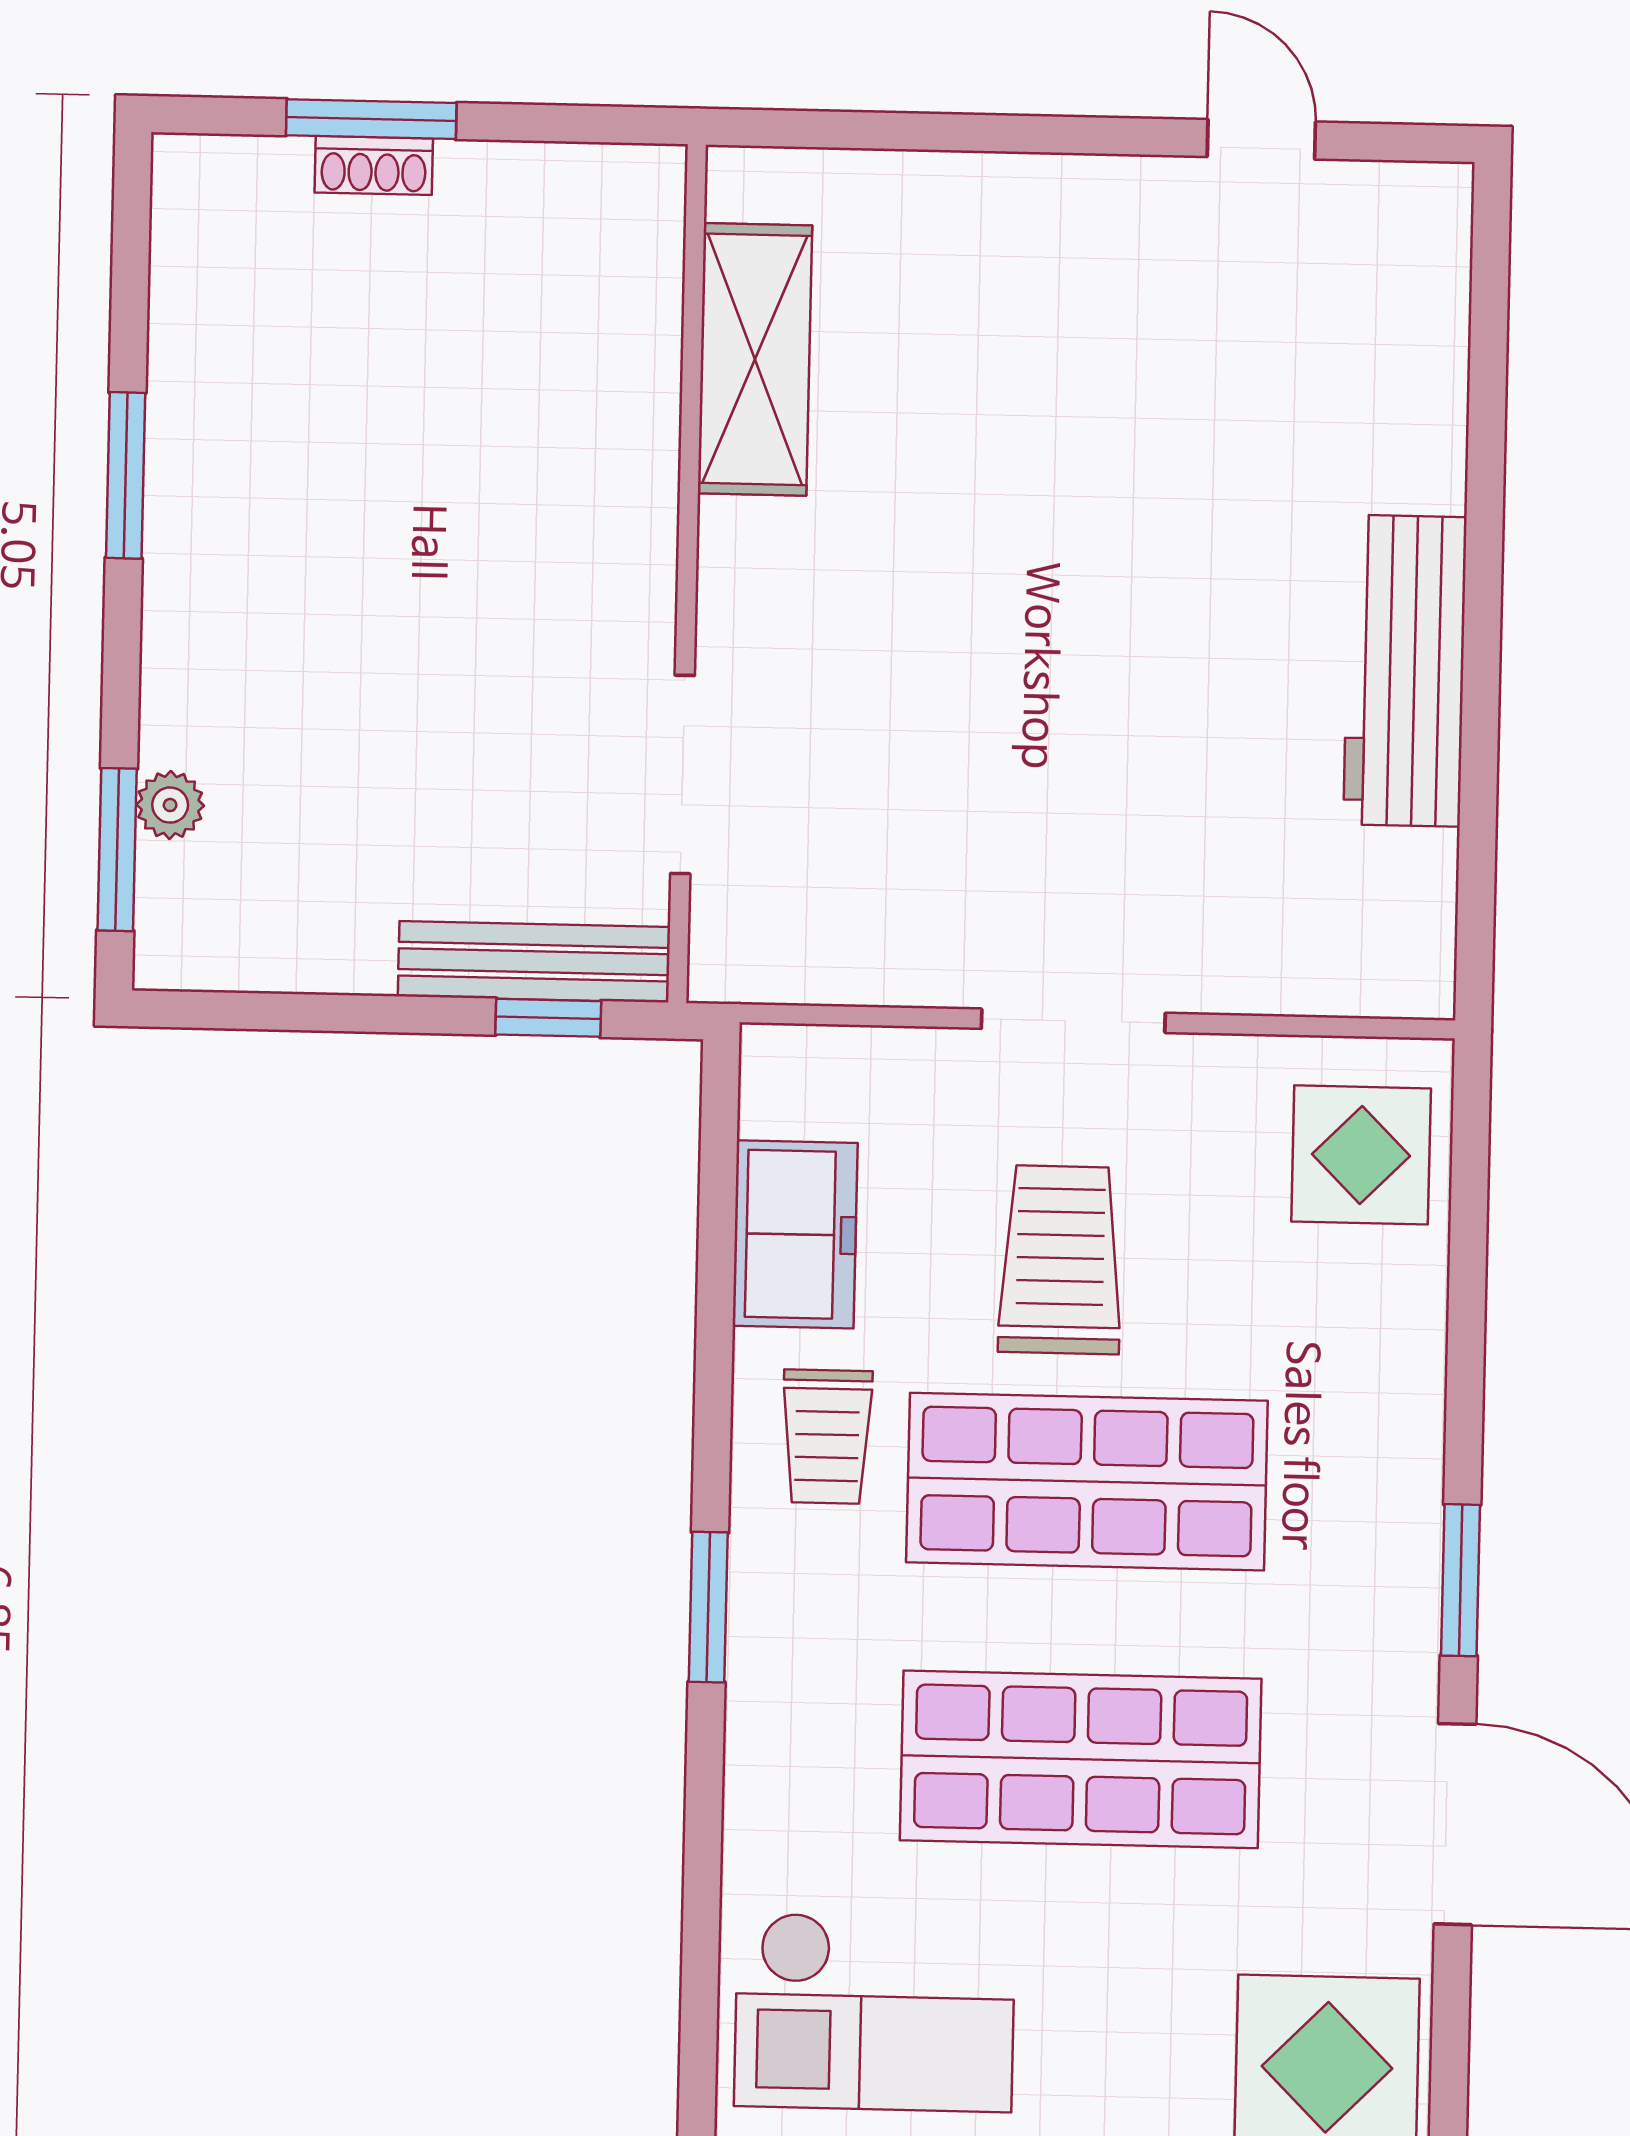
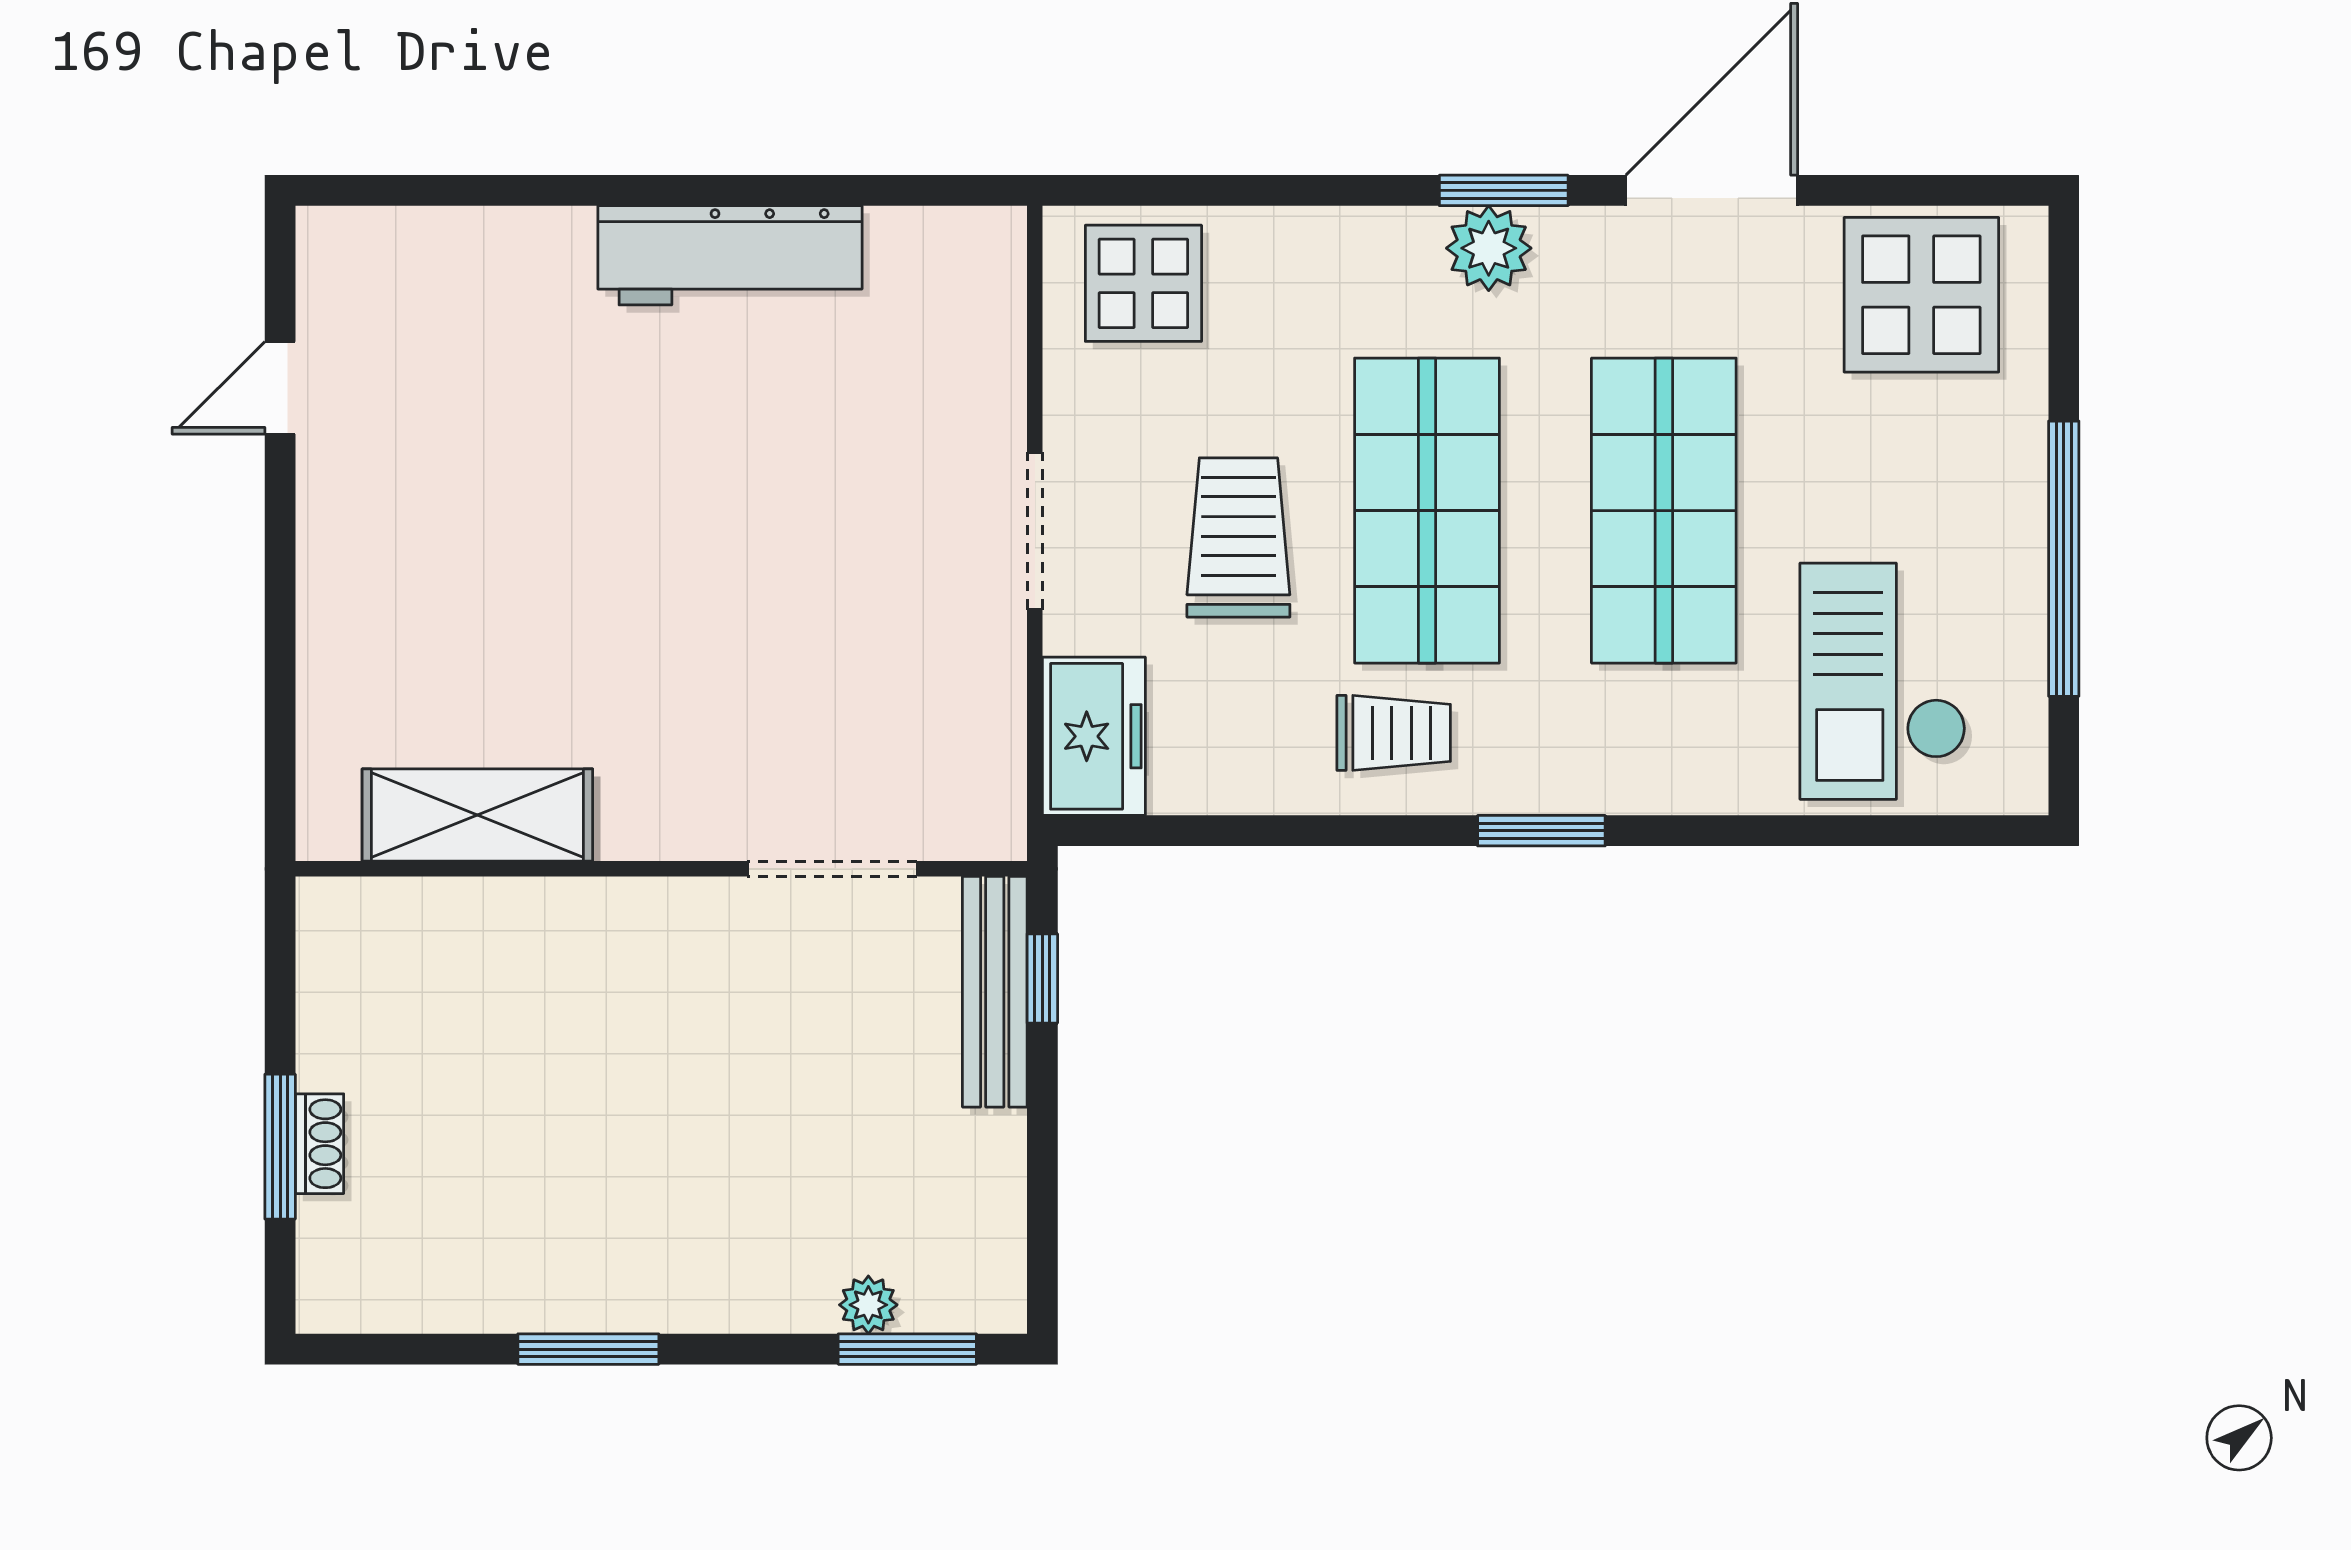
freezer: (795, 1234) -> (1094, 736), moved, turned 90
trolley: (1060, 1260) -> (1238, 537), turned 90
plant: (1393, 1561) -> (1489, 248), added
checkout: (875, 2012) -> (1883, 681), turned 180

